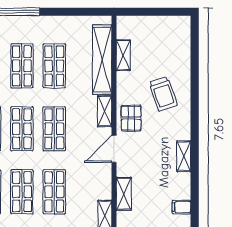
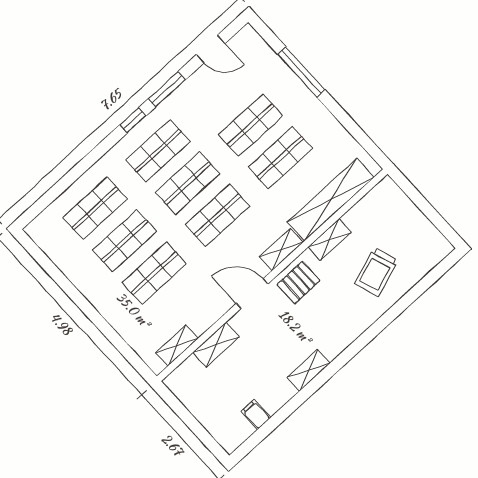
shelving: (123, 55) -> (330, 239), moved
trolley: (163, 94) -> (376, 272), moved

